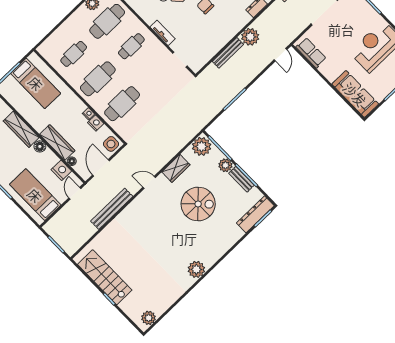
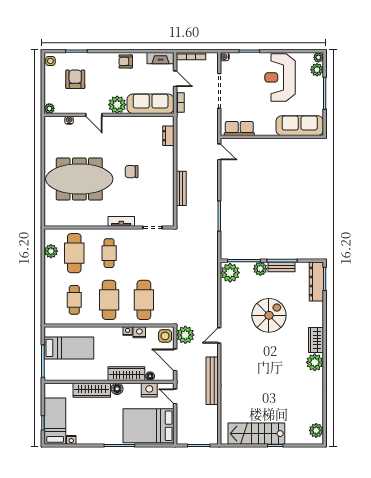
plant: (250, 37) -> (185, 335), moved
wardrobe: (176, 168) -> (316, 340), moved, turned 180
bed: (35, 195) -> (149, 426), width x1.50

